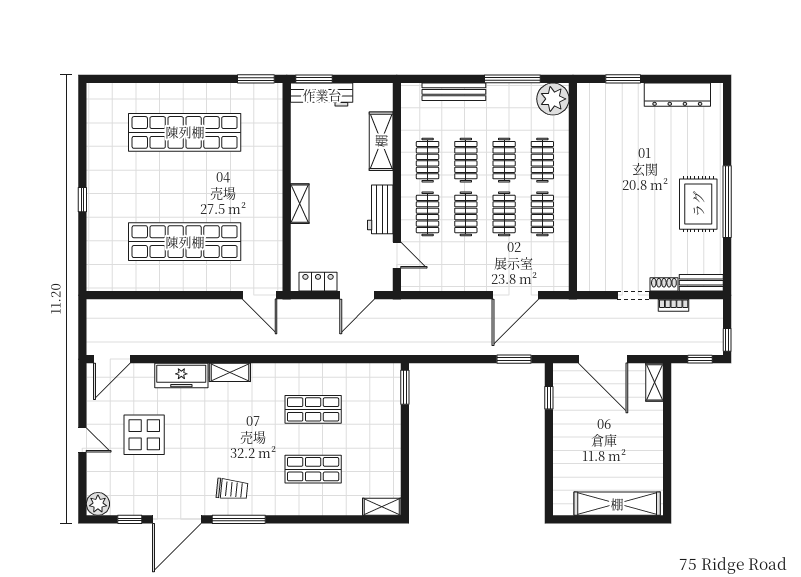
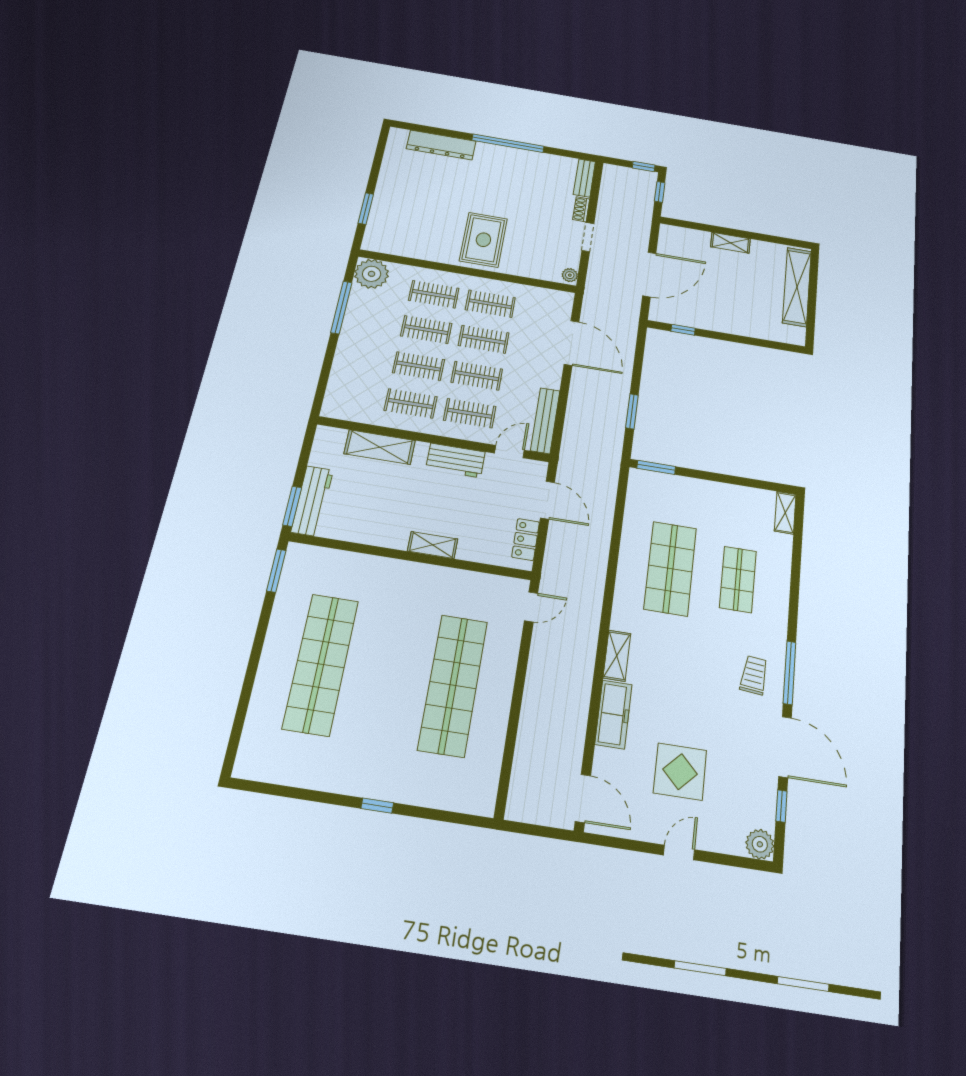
bench: (454, 92) -> (545, 421), moved
dresser: (677, 95) -> (441, 145), moved, turned 90
rug: (698, 204) -> (483, 240), moved, turned 90
plant: (588, 284) -> (570, 275), added
door: (260, 295) -> (531, 607), width x0.73
bookcase: (674, 305) -> (603, 205), removed
window: (514, 359) -> (632, 411), moved
shelving: (654, 382) -> (730, 243), moved
shop shelf: (313, 409) -> (670, 568), width x1.43, depth x1.36

